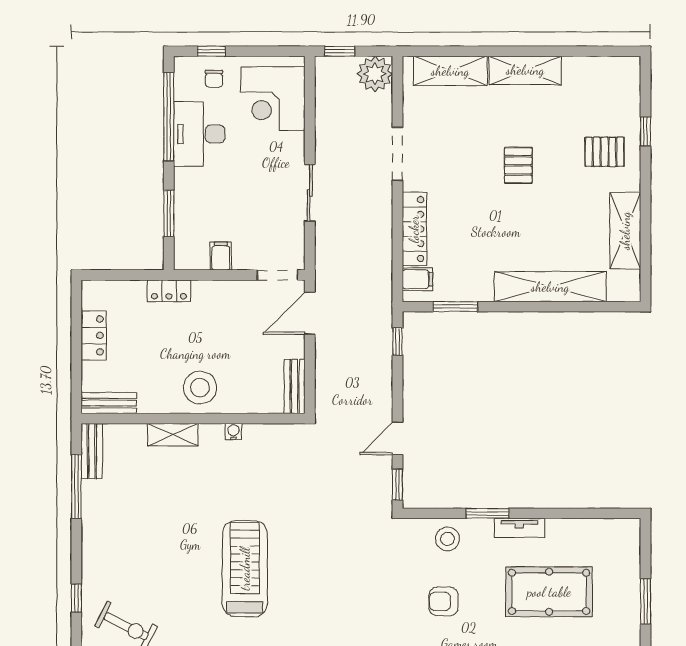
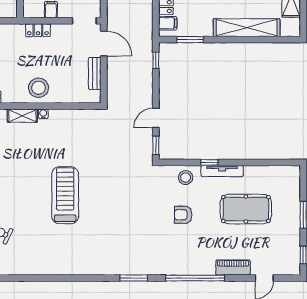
locker: (169, 291) -> (38, 30), moved
door: (310, 313) -> (104, 43), swing flipped
bench: (295, 386) -> (95, 74), moved
water cooler: (233, 432) -> (43, 114), moved
window: (487, 513) -> (209, 162), width x0.67
tv unit: (519, 528) -> (222, 171), width x1.41

